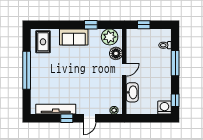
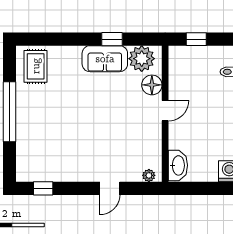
sofa: (74, 37) -> (105, 59), moved
washbasin: (132, 92) -> (178, 165), moved
tv unit: (56, 109) -> (56, 174), removed
window: (67, 118) -> (43, 188), moved

